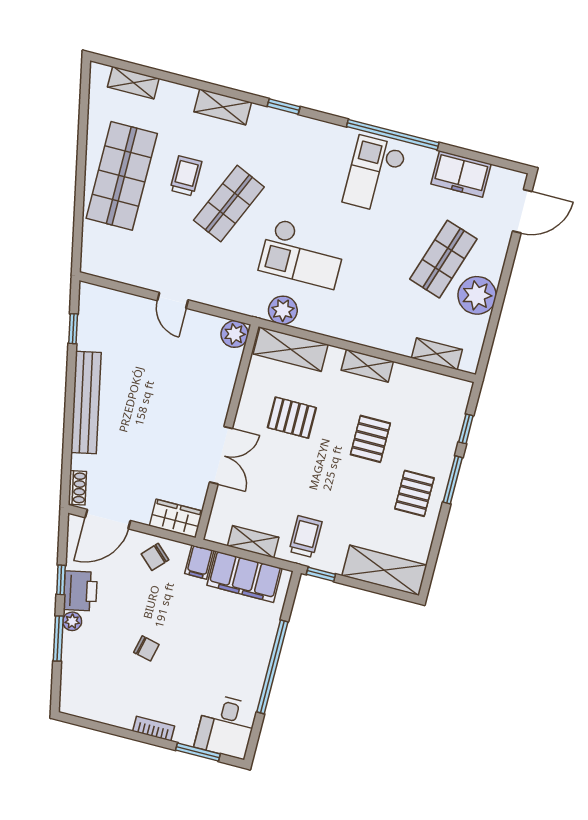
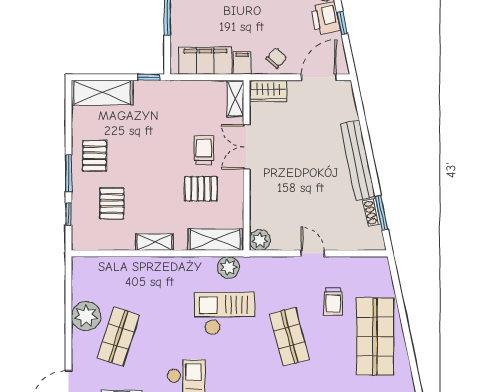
trolley: (186, 176) -> (333, 302), moved
shop shelf: (229, 204) -> (289, 337), turned -39
window: (73, 329) -> (382, 213), width x1.50
shelving: (437, 354) -> (105, 265), removed
pallet: (370, 439) -> (112, 203), moved
shoe rack: (77, 488) -> (372, 212), moved
trolley: (305, 537) -> (204, 150), moved, turned 180
shelving: (253, 542) -> (235, 99), moved, turned 90

